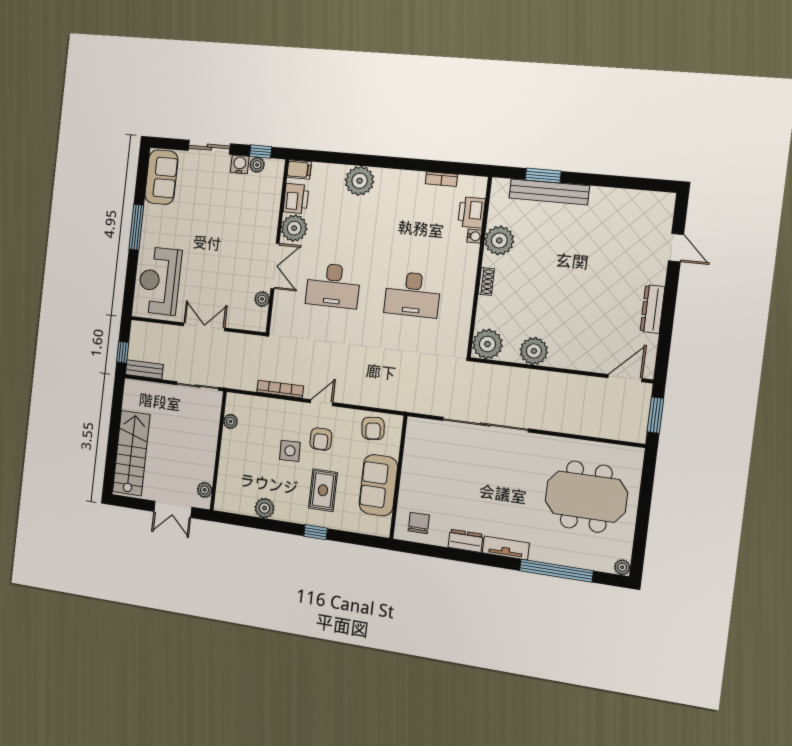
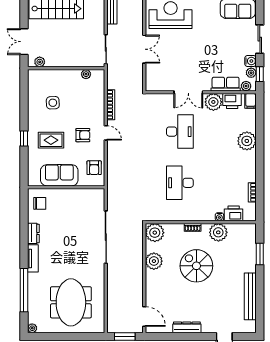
bench: (549, 192) -> (250, 296), moved
row of seats: (270, 206) -> (226, 84), added
spiral stairs: (550, 282) -> (196, 266), added
desk: (333, 286) -> (180, 132), turned 180
plant: (262, 299) -> (246, 86), moved
armchair: (373, 428) -> (94, 168), turned -84
armchair: (321, 439) -> (83, 135), turned 180
side table: (290, 451) -> (53, 103), moved
plant: (265, 508) -> (34, 103), removed

